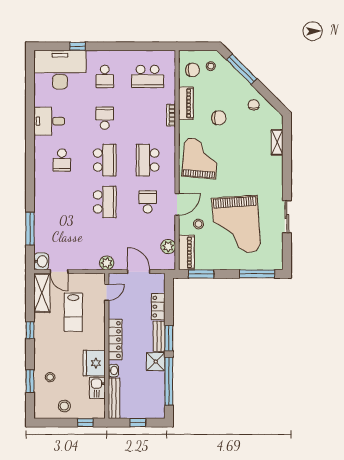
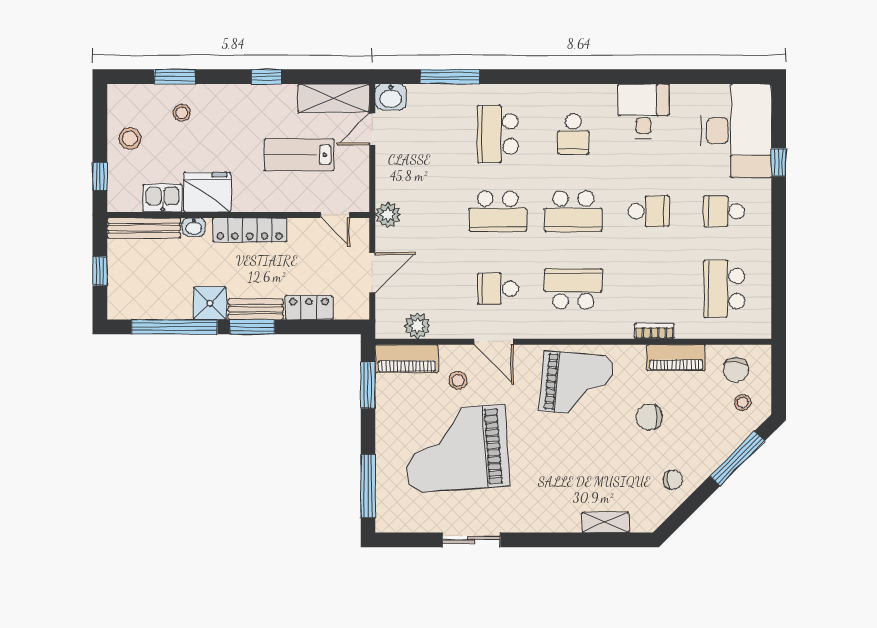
chair: (219, 118) -> (649, 417), turned 90
school desk: (62, 160) -> (573, 134), turned -90
school desk: (62, 202) -> (498, 134), added
school desk: (148, 202) -> (498, 289), turned 180

